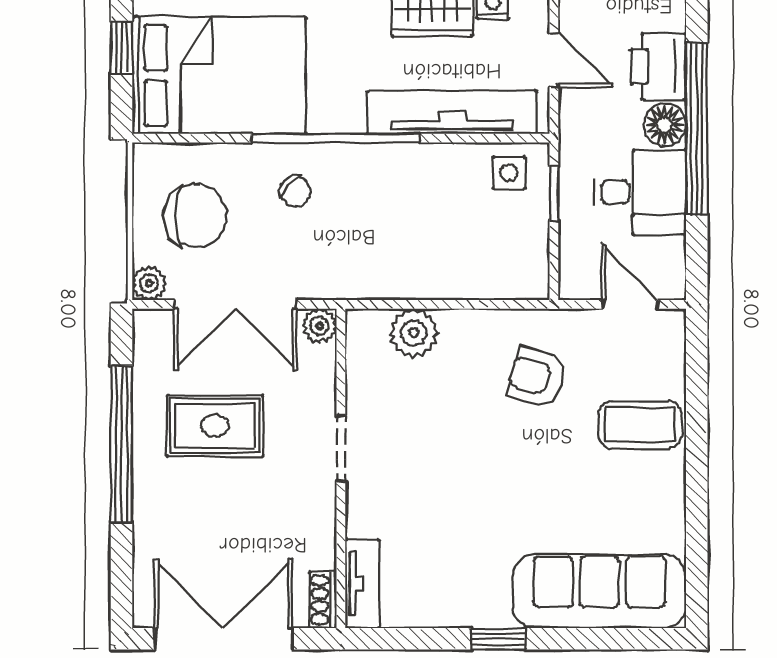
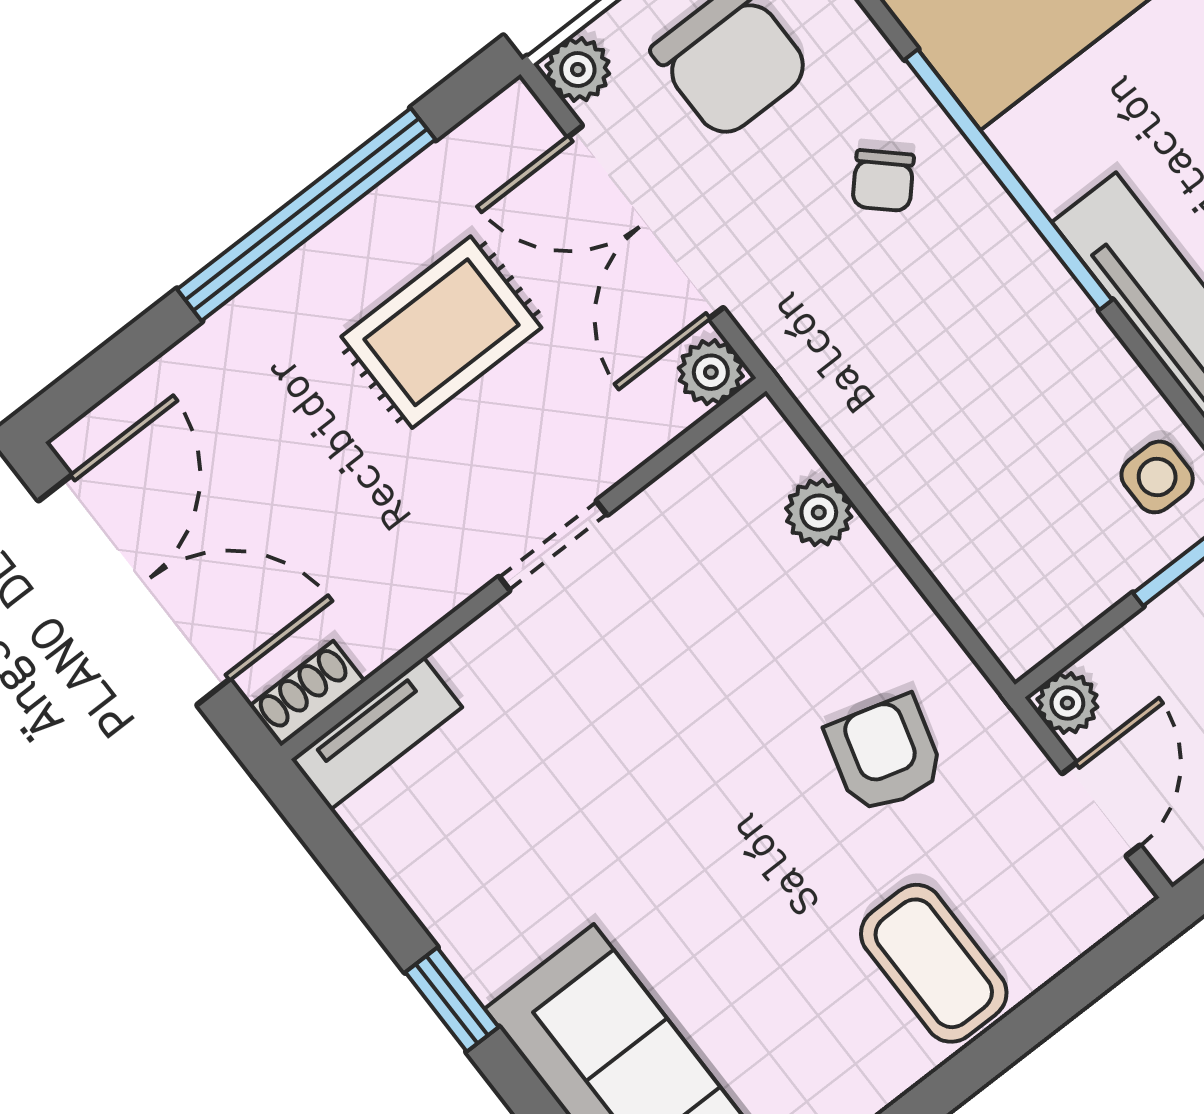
plant: (574, 284) -> (1067, 703), added
plant: (414, 333) -> (819, 513), width x0.73, depth x0.73
rug: (215, 426) -> (441, 332), turned 90

